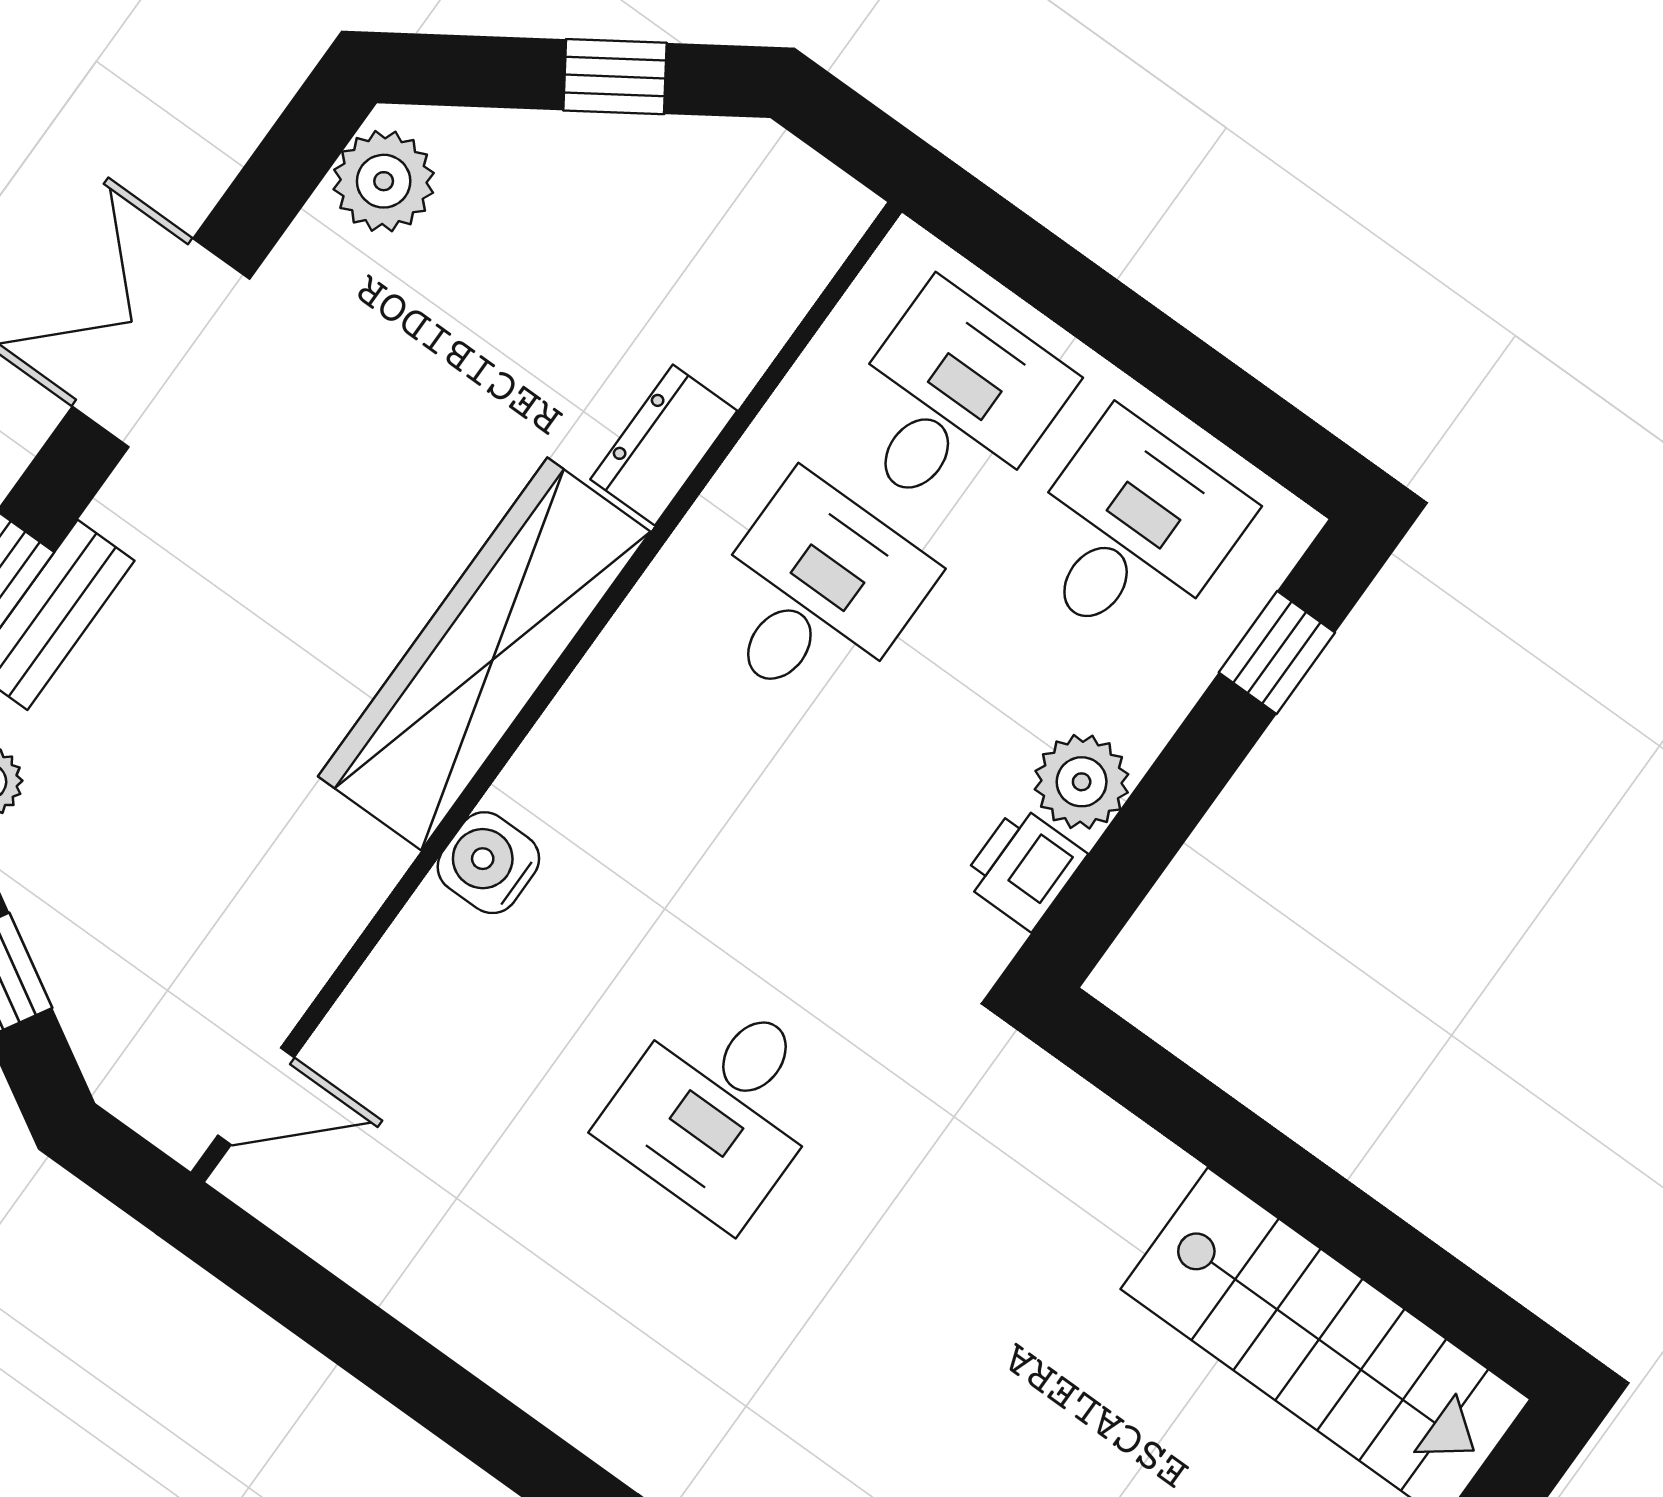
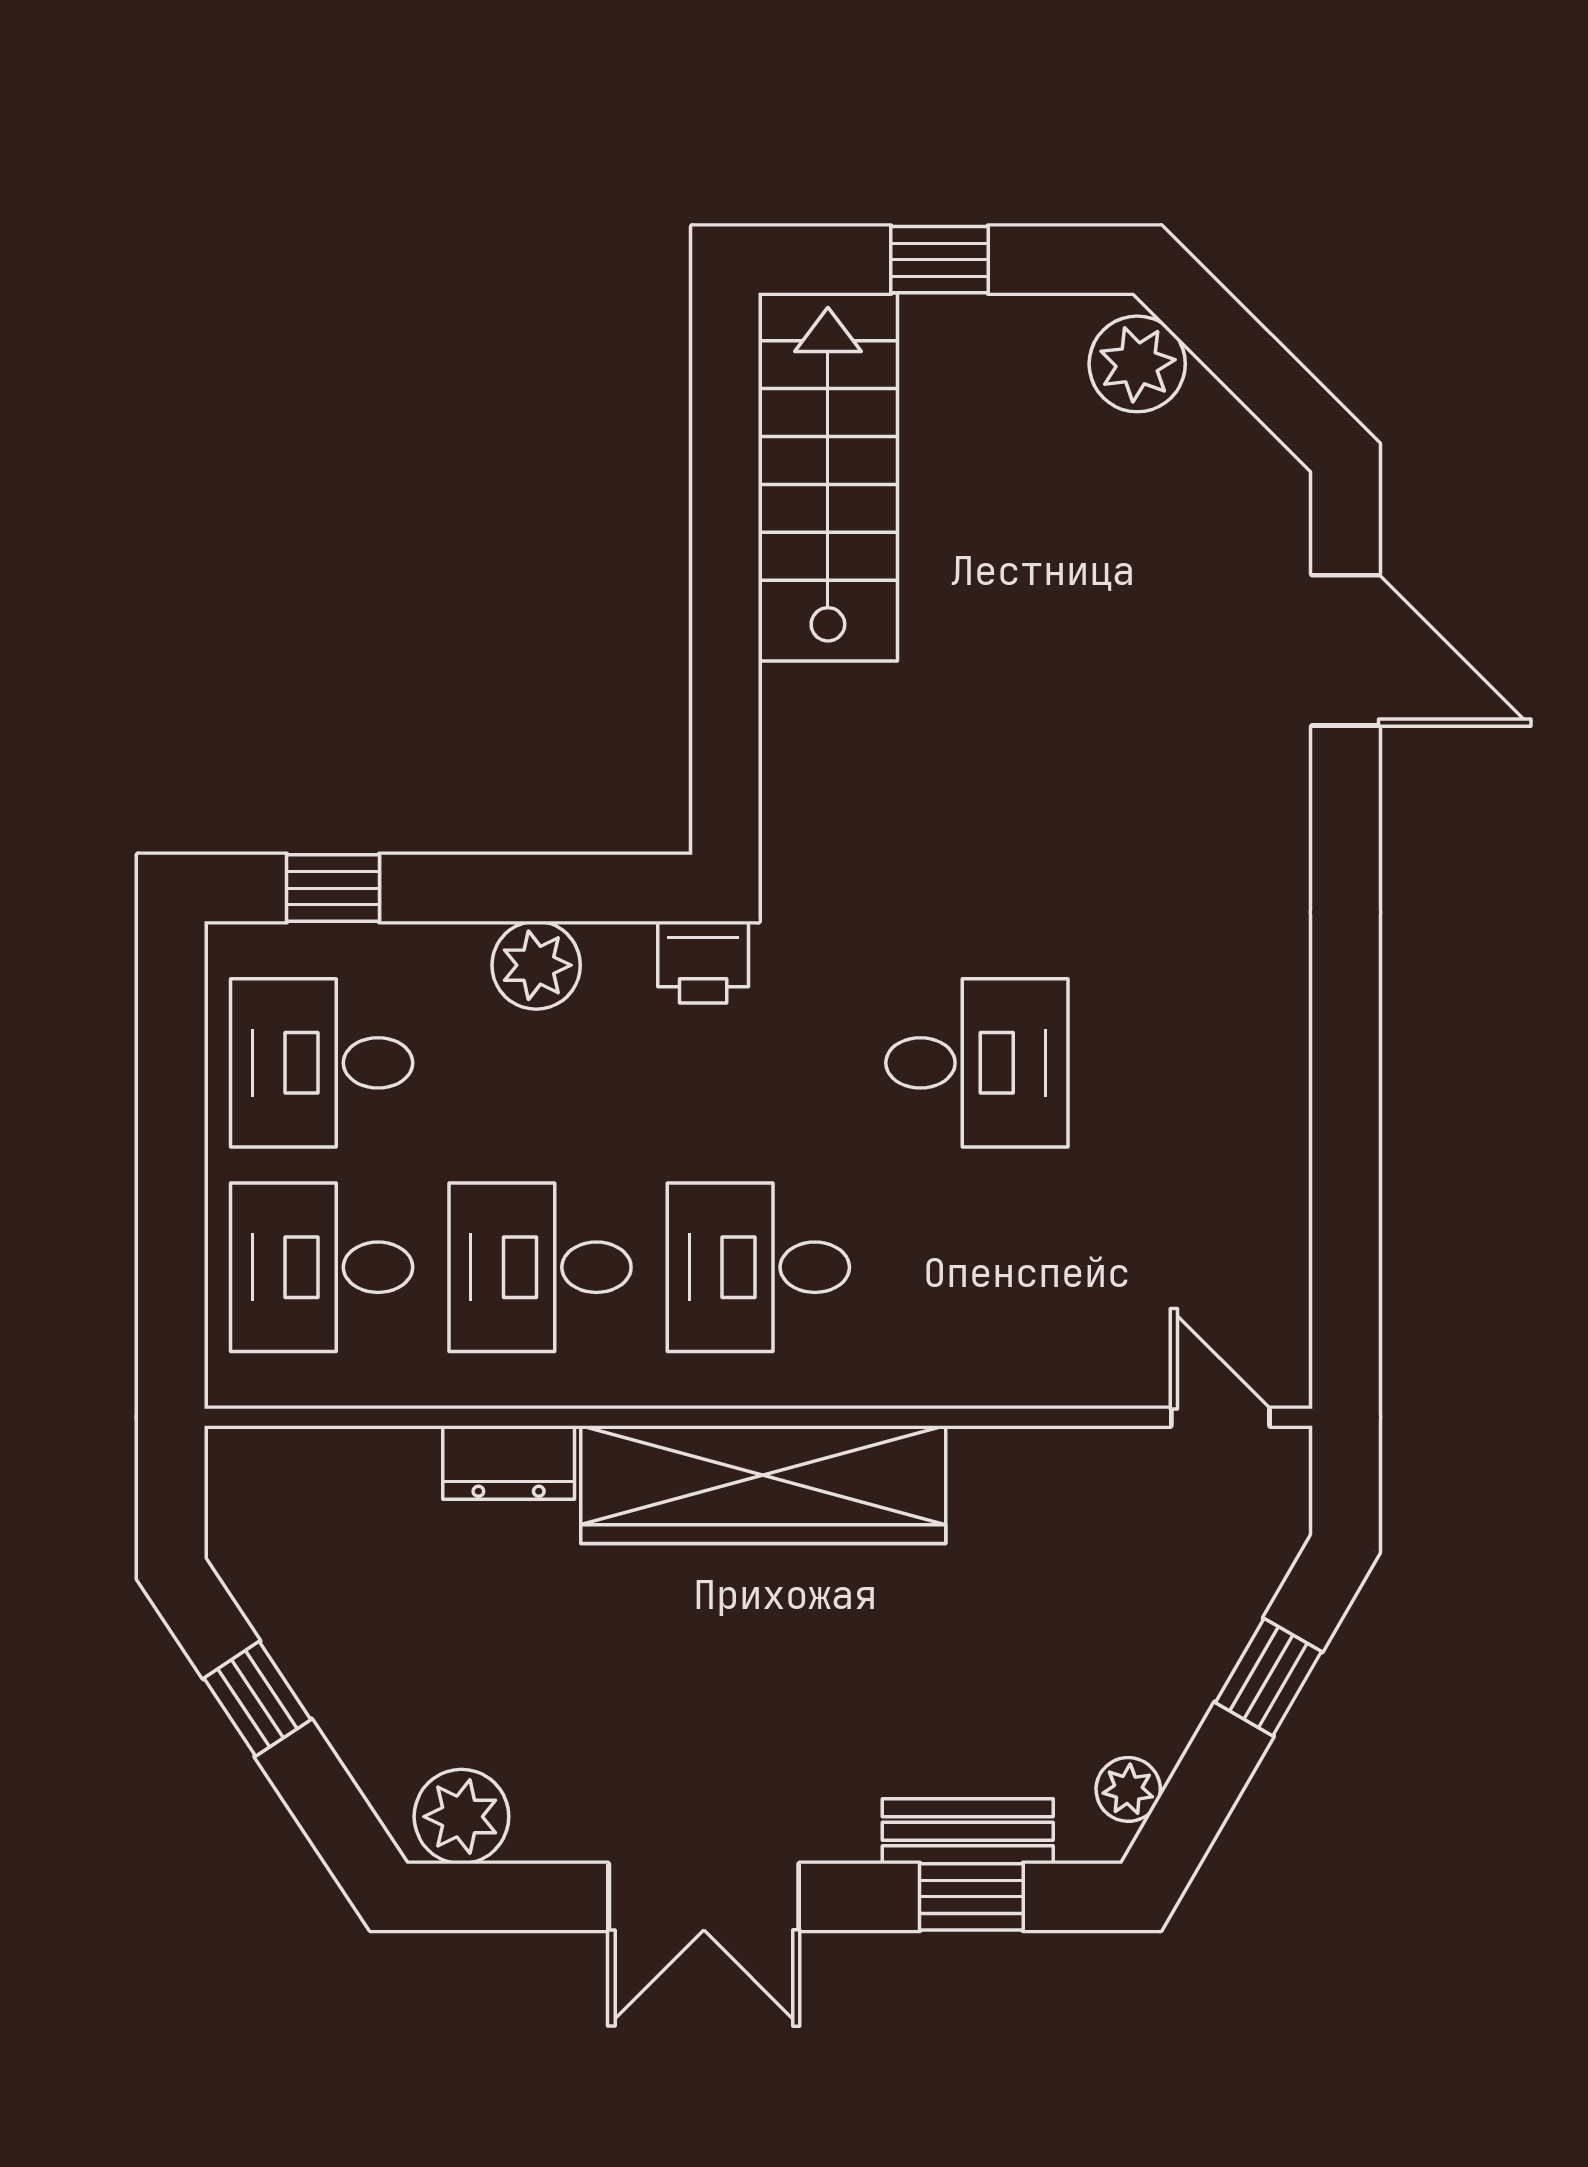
desk: (678, 786) -> (758, 1267), added
water cooler: (488, 863) -> (918, 1368), removed
printer: (1024, 868) -> (703, 962), moved

